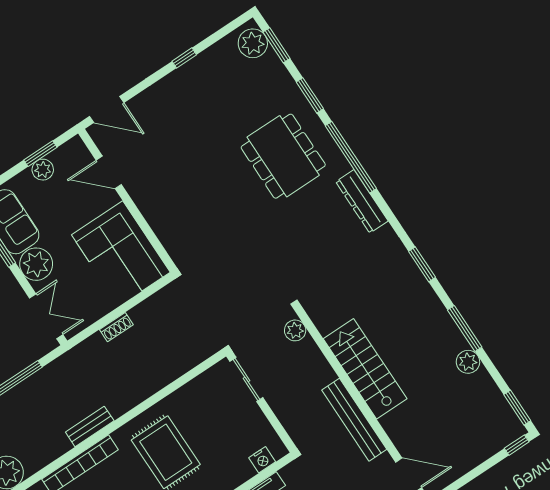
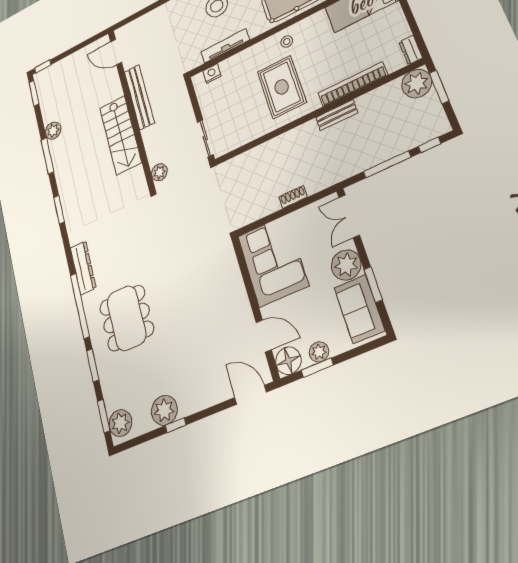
plant: (203, 70) -> (164, 410), added
floor lamp: (74, 153) -> (288, 361), added

